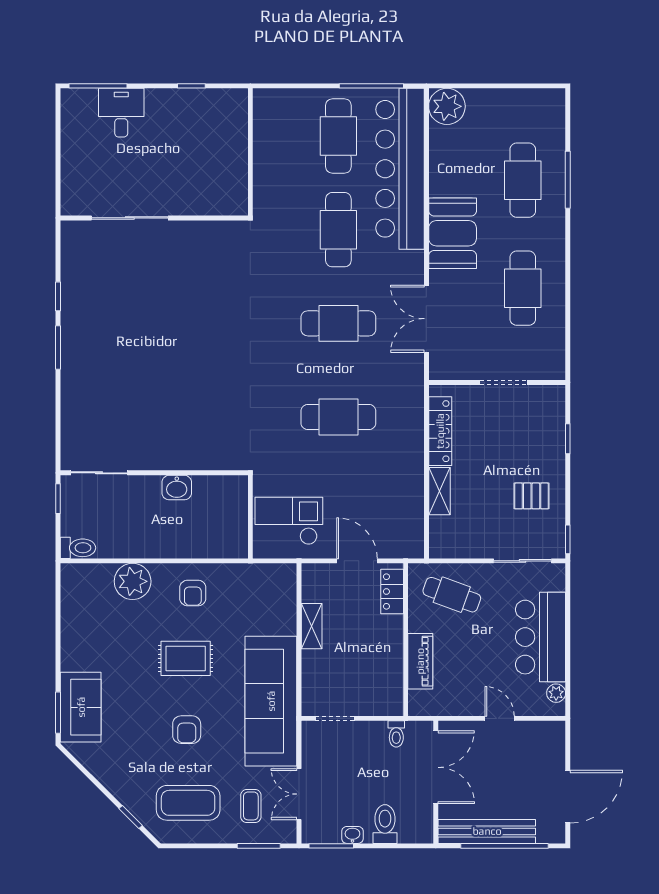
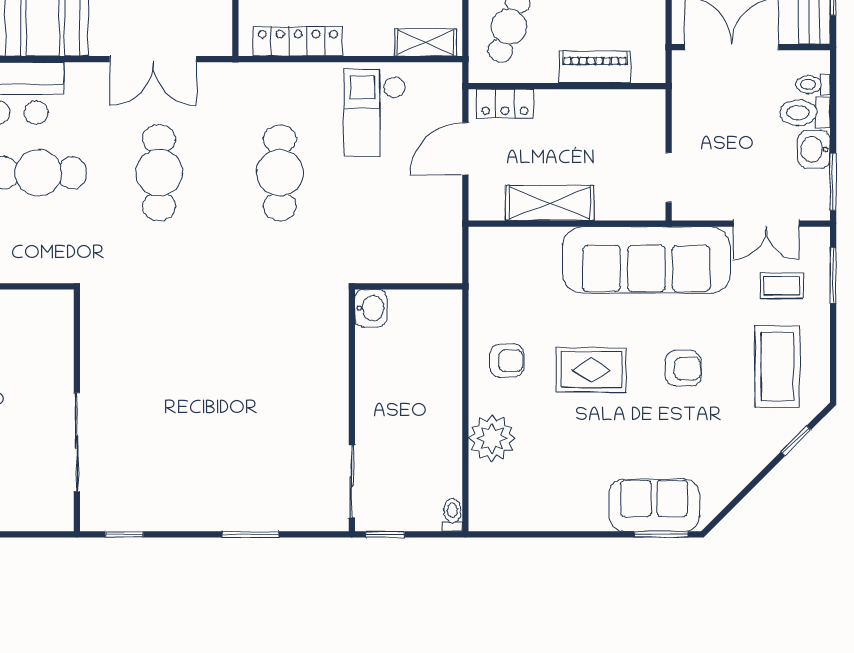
sliding door: (130, 218) -> (77, 442), moved
wall: (154, 218) -> (77, 410), moved
window: (58, 347) -> (250, 534), moved
washbasin: (177, 488) -> (371, 308), moved
shelving: (439, 491) -> (425, 42), moved
checkout: (289, 521) -> (375, 113), moved
toilet: (78, 548) -> (452, 515), width x0.73, depth x0.72
shelving: (312, 626) -> (550, 203), width x1.50, depth x1.33
rug: (186, 658) -> (591, 370), turned 90
toilet: (396, 734) -> (813, 85), moved, turned 180
washbasin: (352, 835) -> (814, 149), width x1.38, depth x1.45

